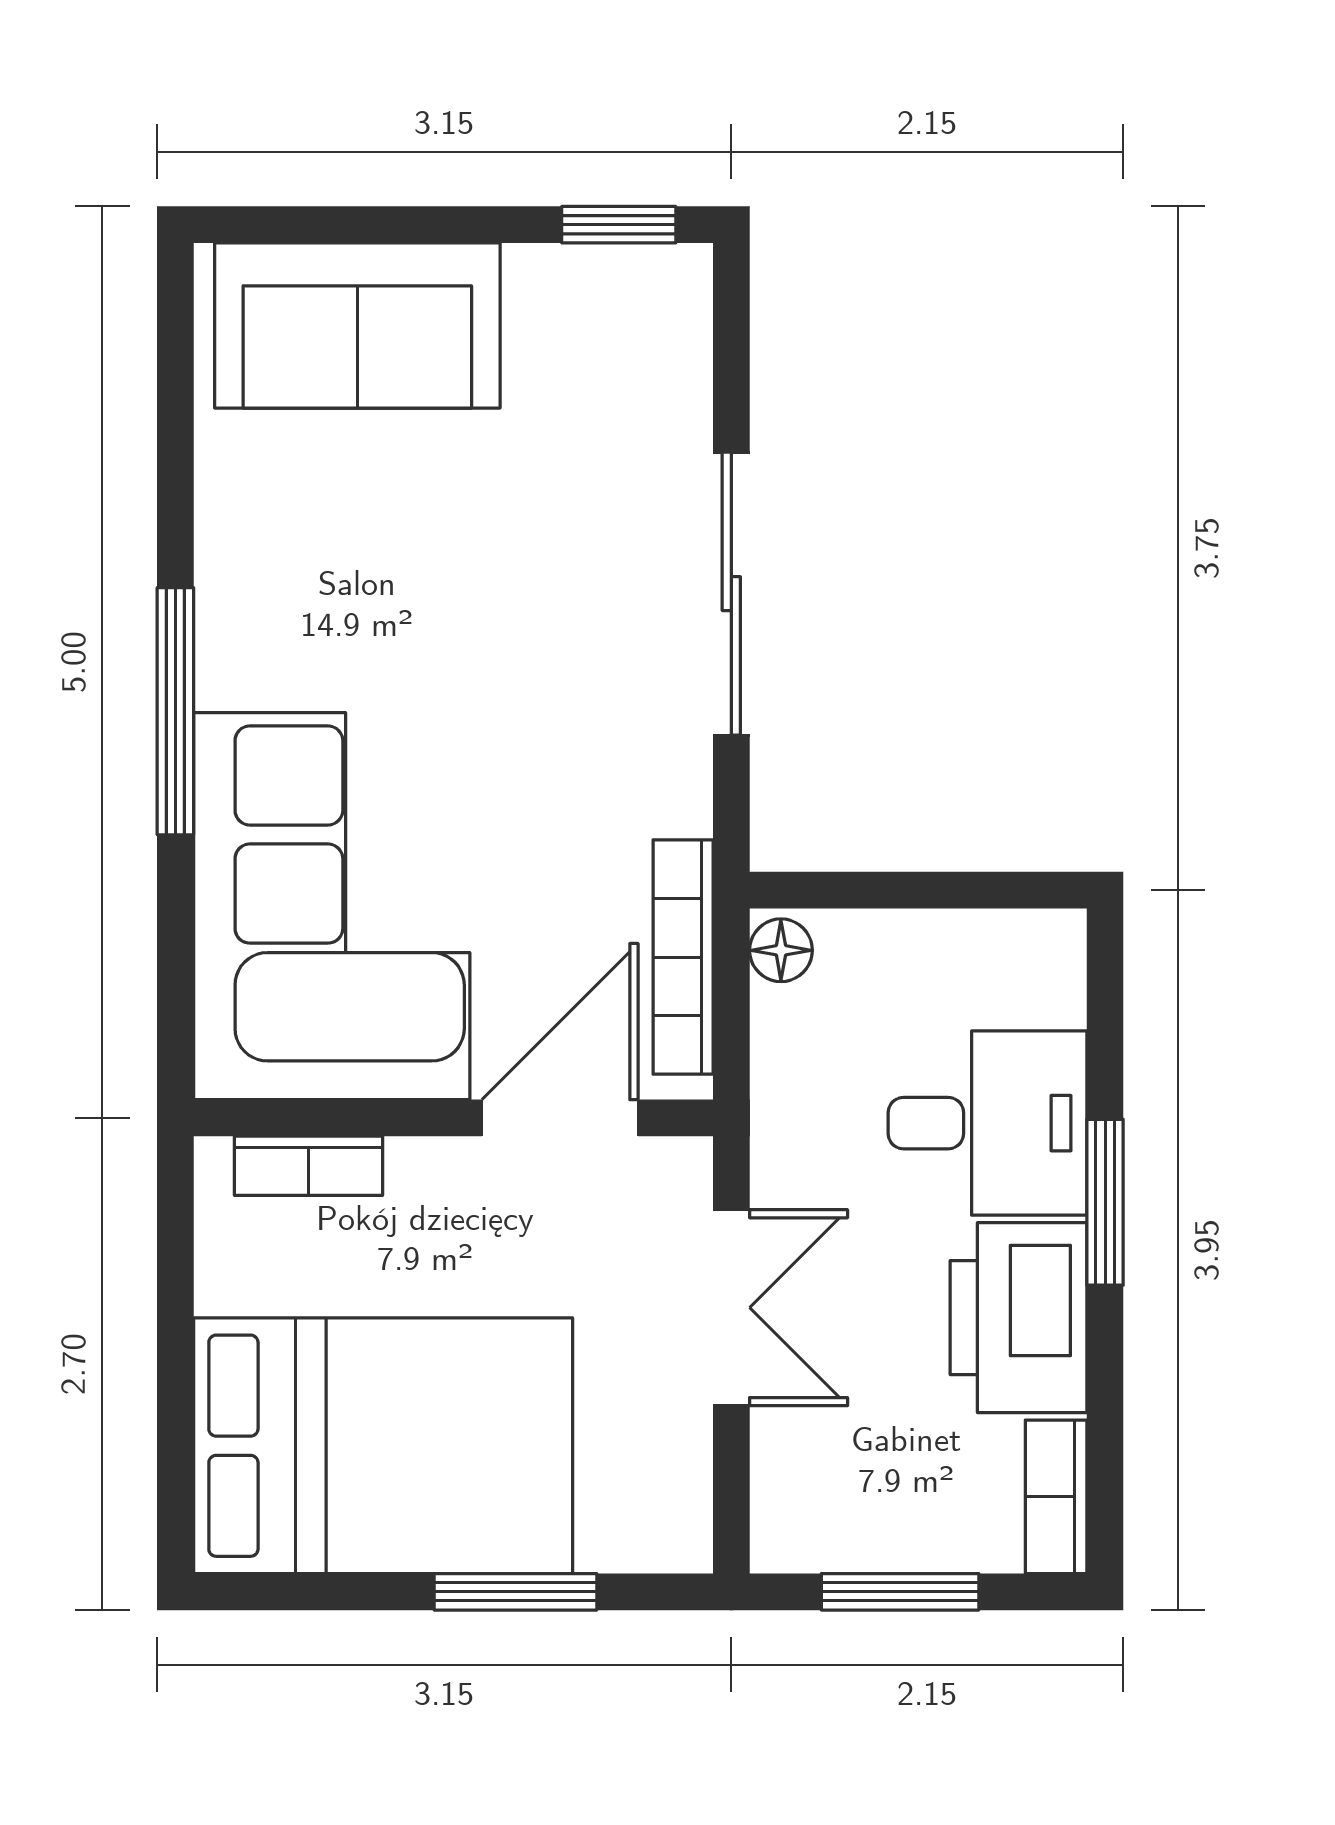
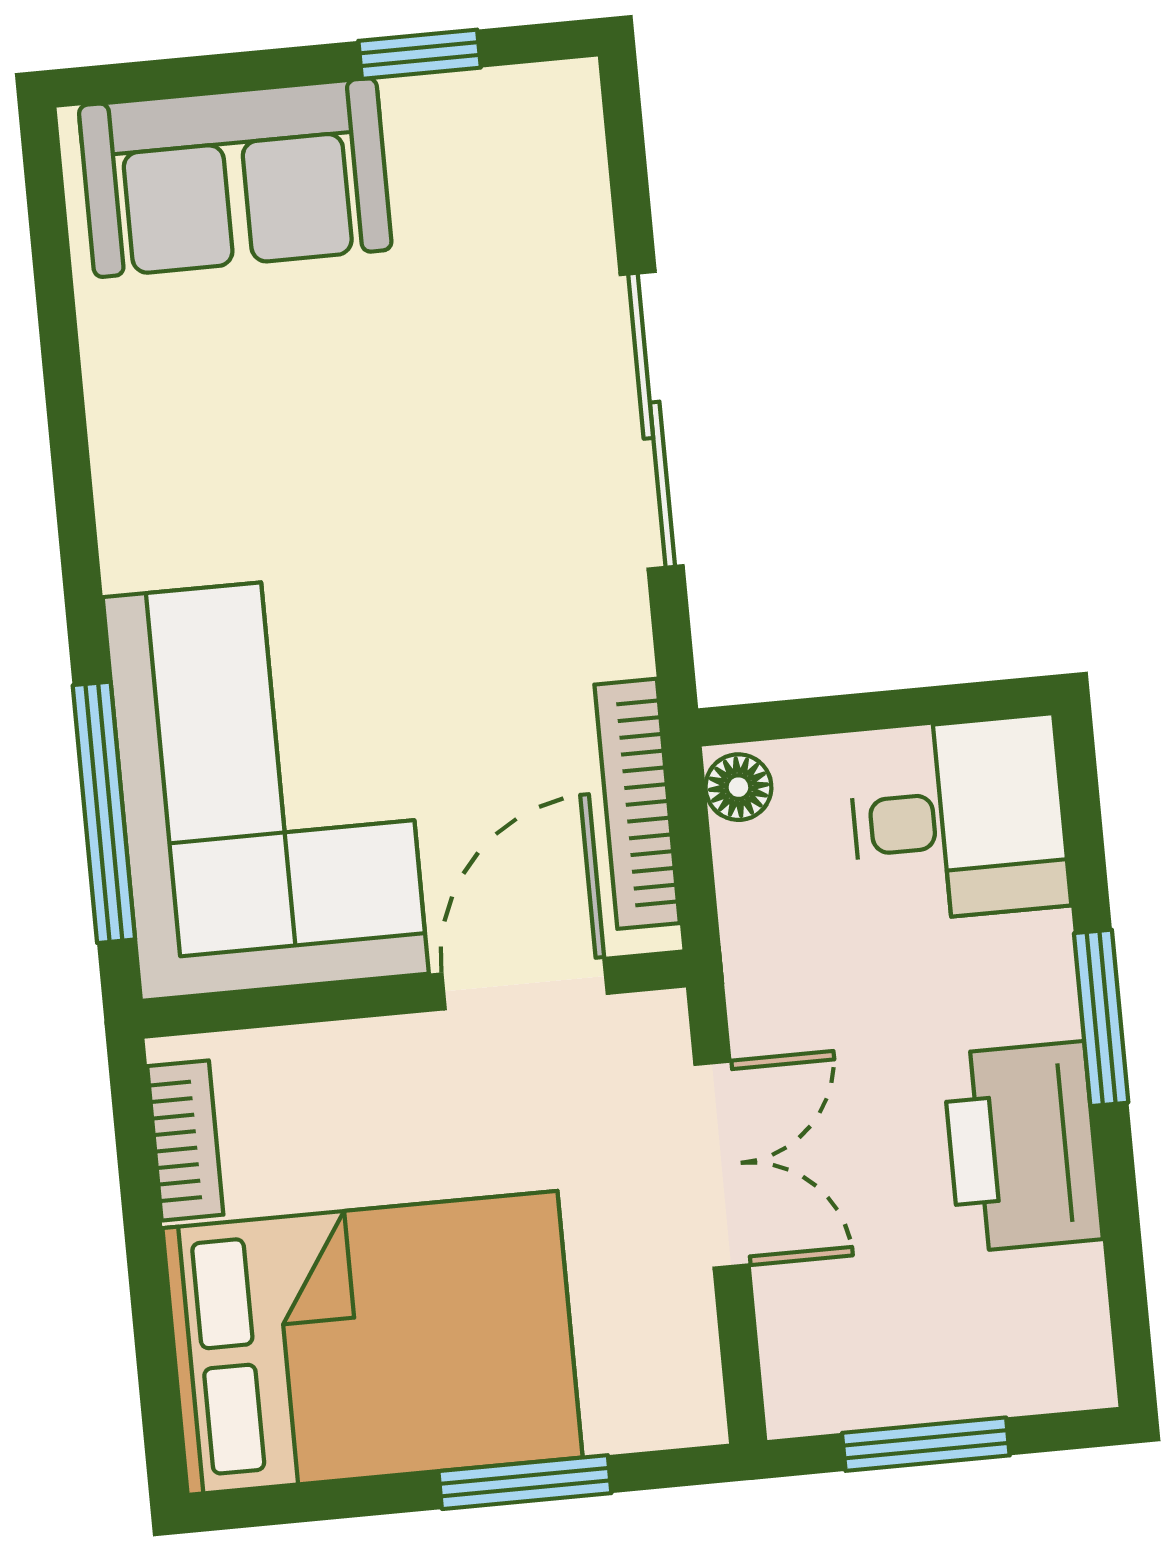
window: (619, 225) -> (420, 54), moved
window: (175, 711) -> (104, 812), moved
desk: (987, 1123) -> (959, 819), moved
bookcase: (308, 1166) -> (185, 1140), moved, turned -90
bookcase: (1056, 1497) -> (1079, 1330), removed

